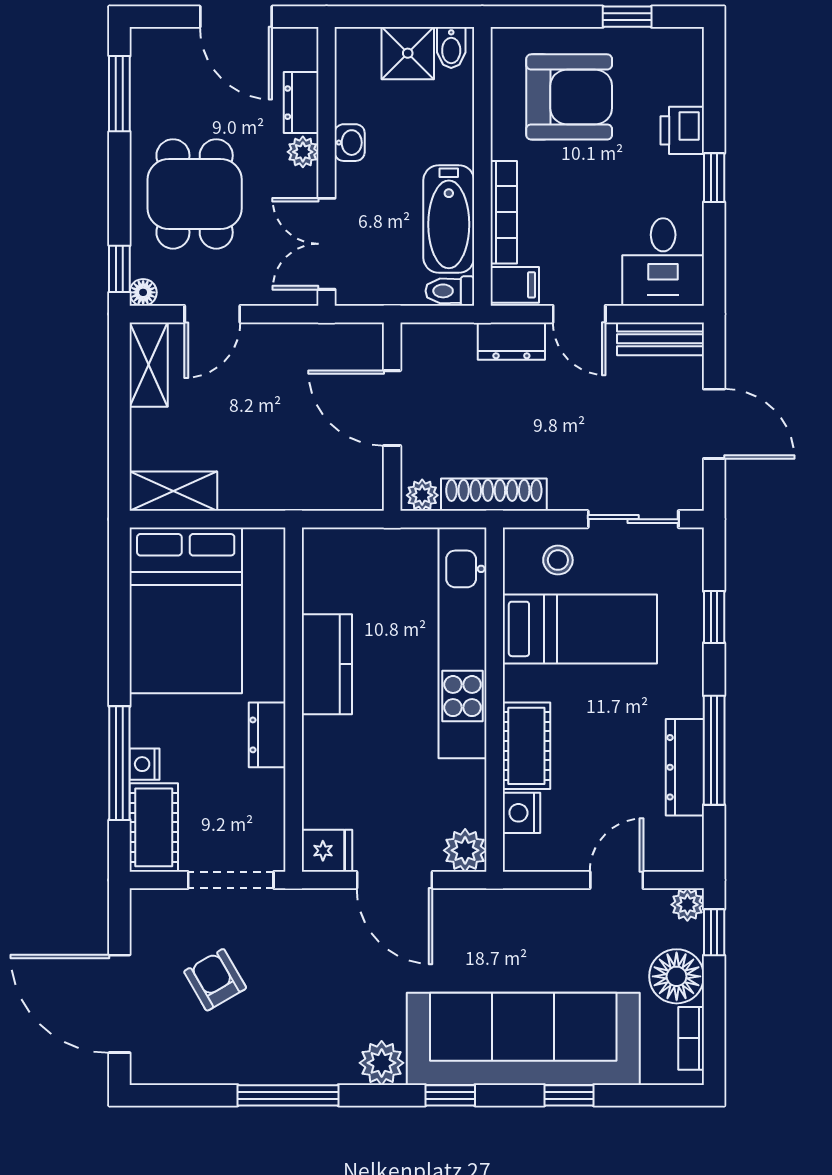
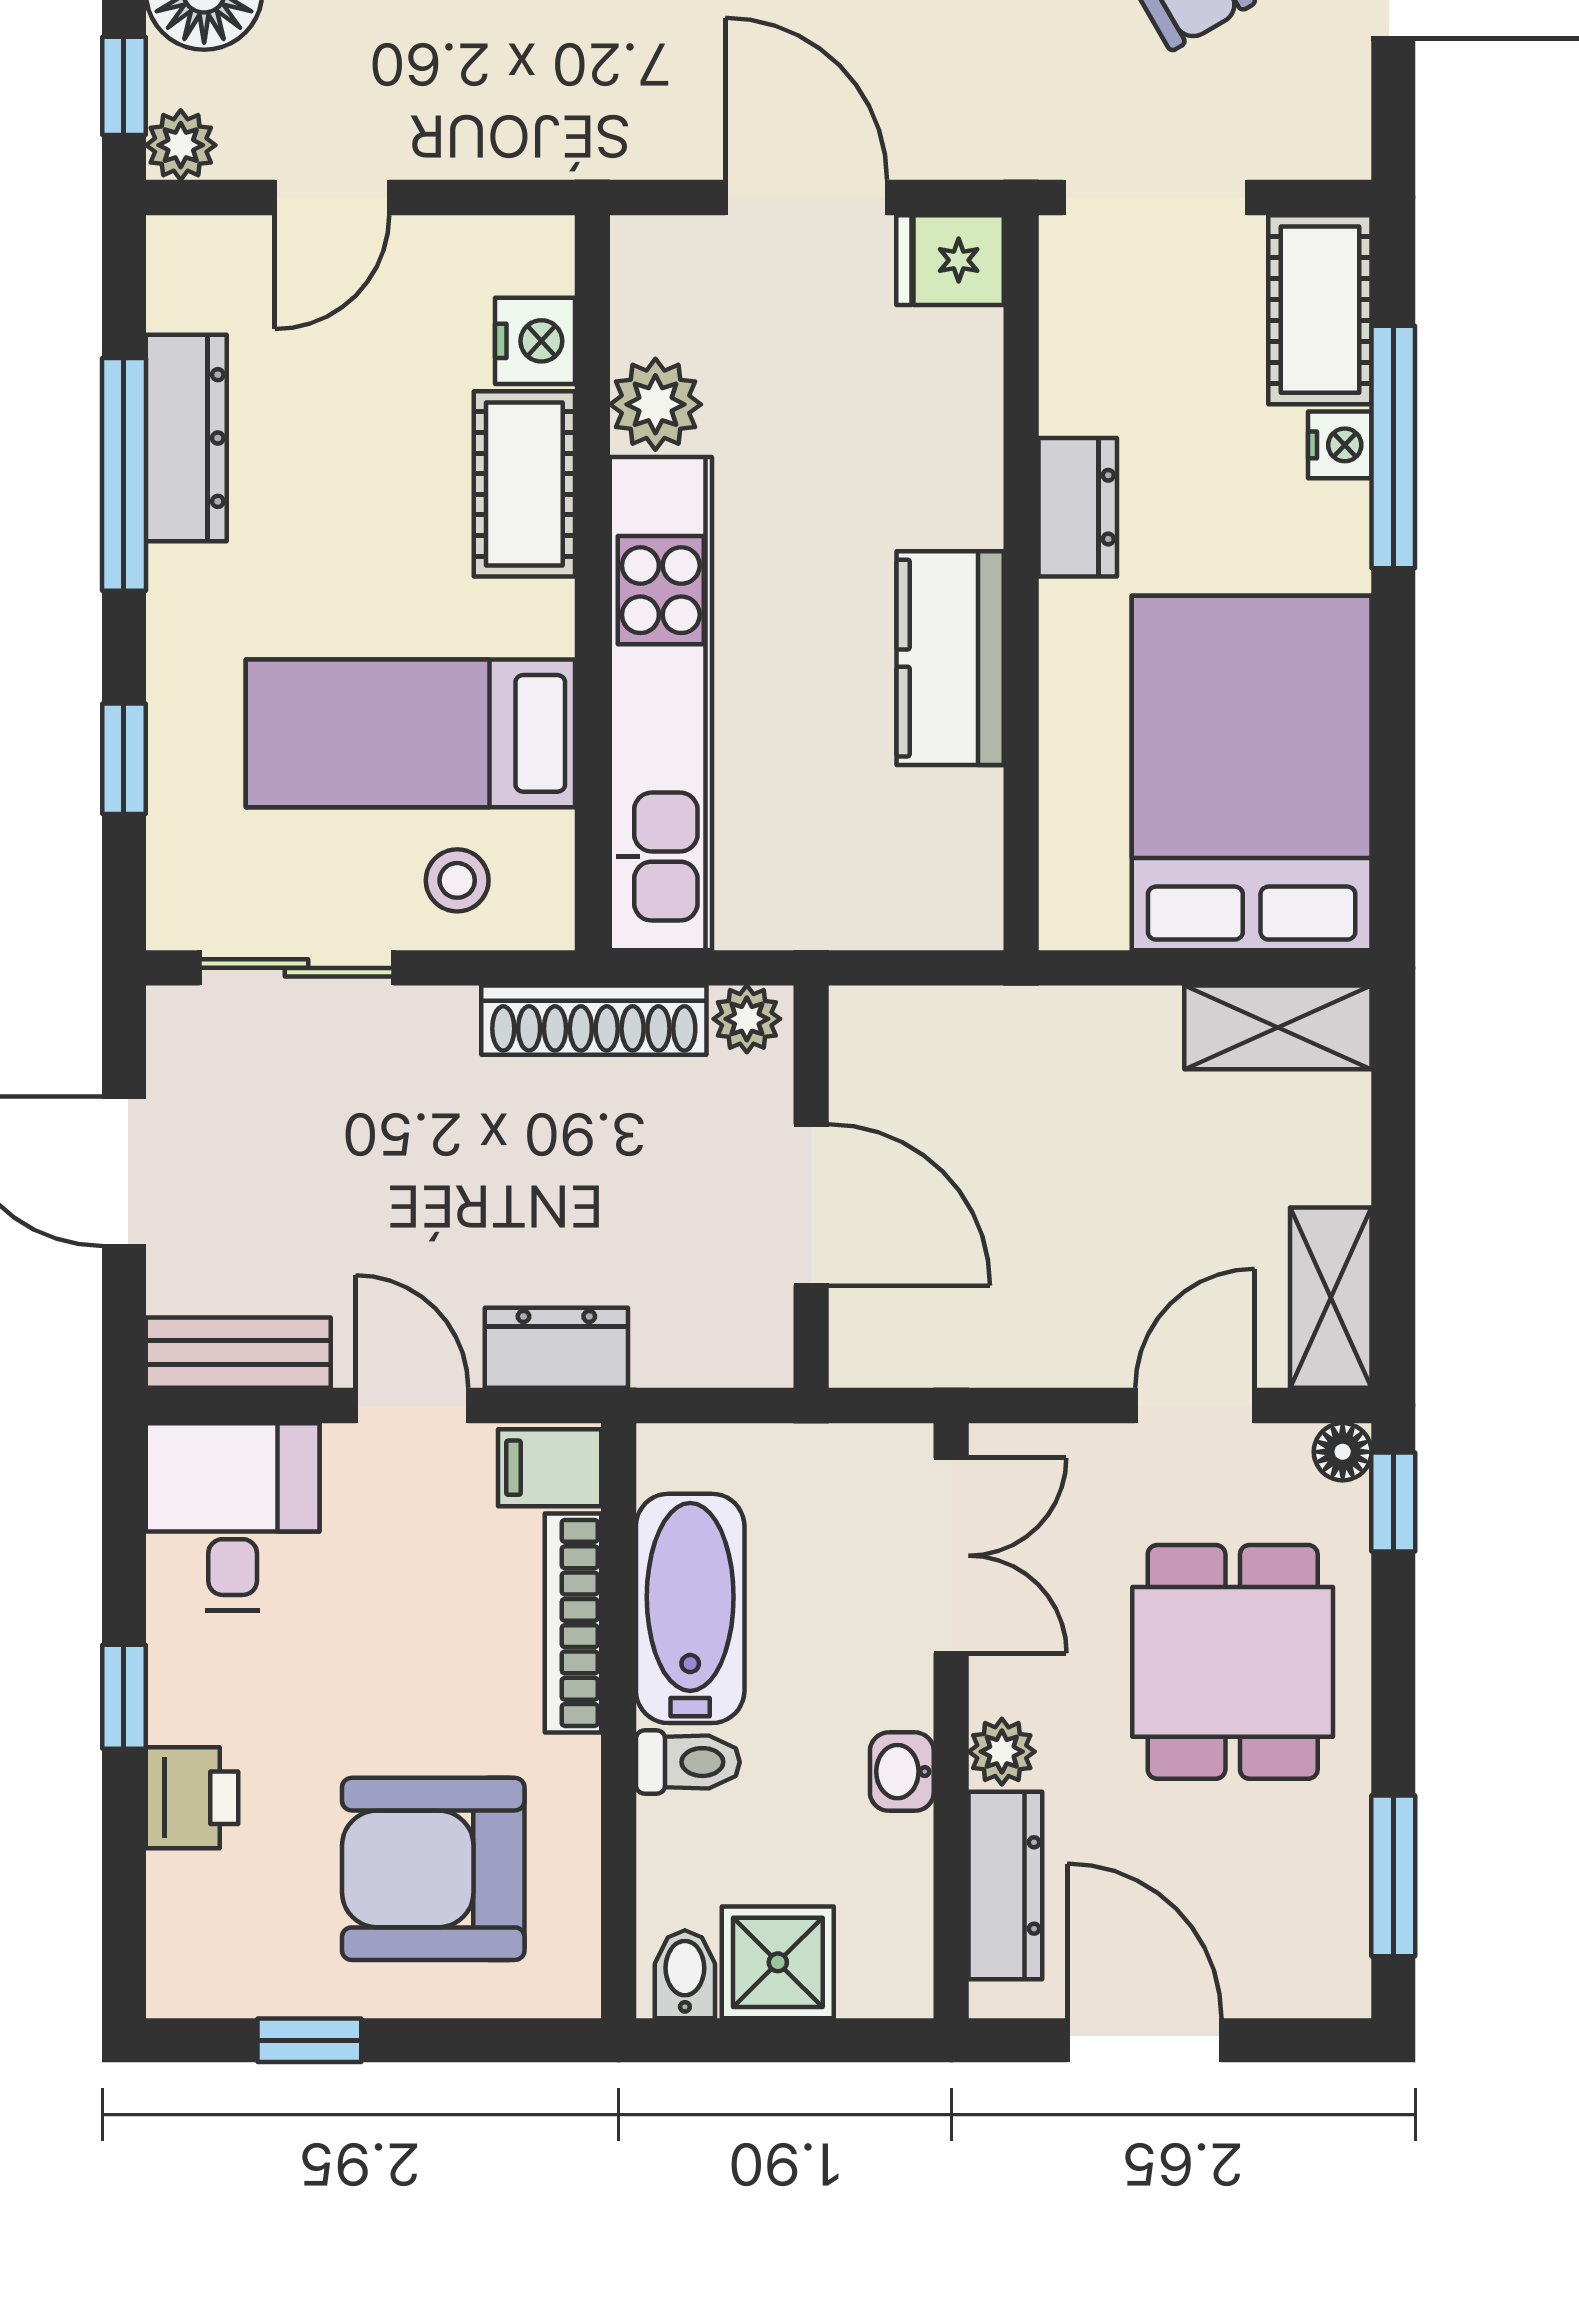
dresser: (301, 103) -> (1005, 1885), width x1.44
toilet: (450, 291) -> (688, 1762), moved
plant: (465, 850) -> (655, 404), moved

